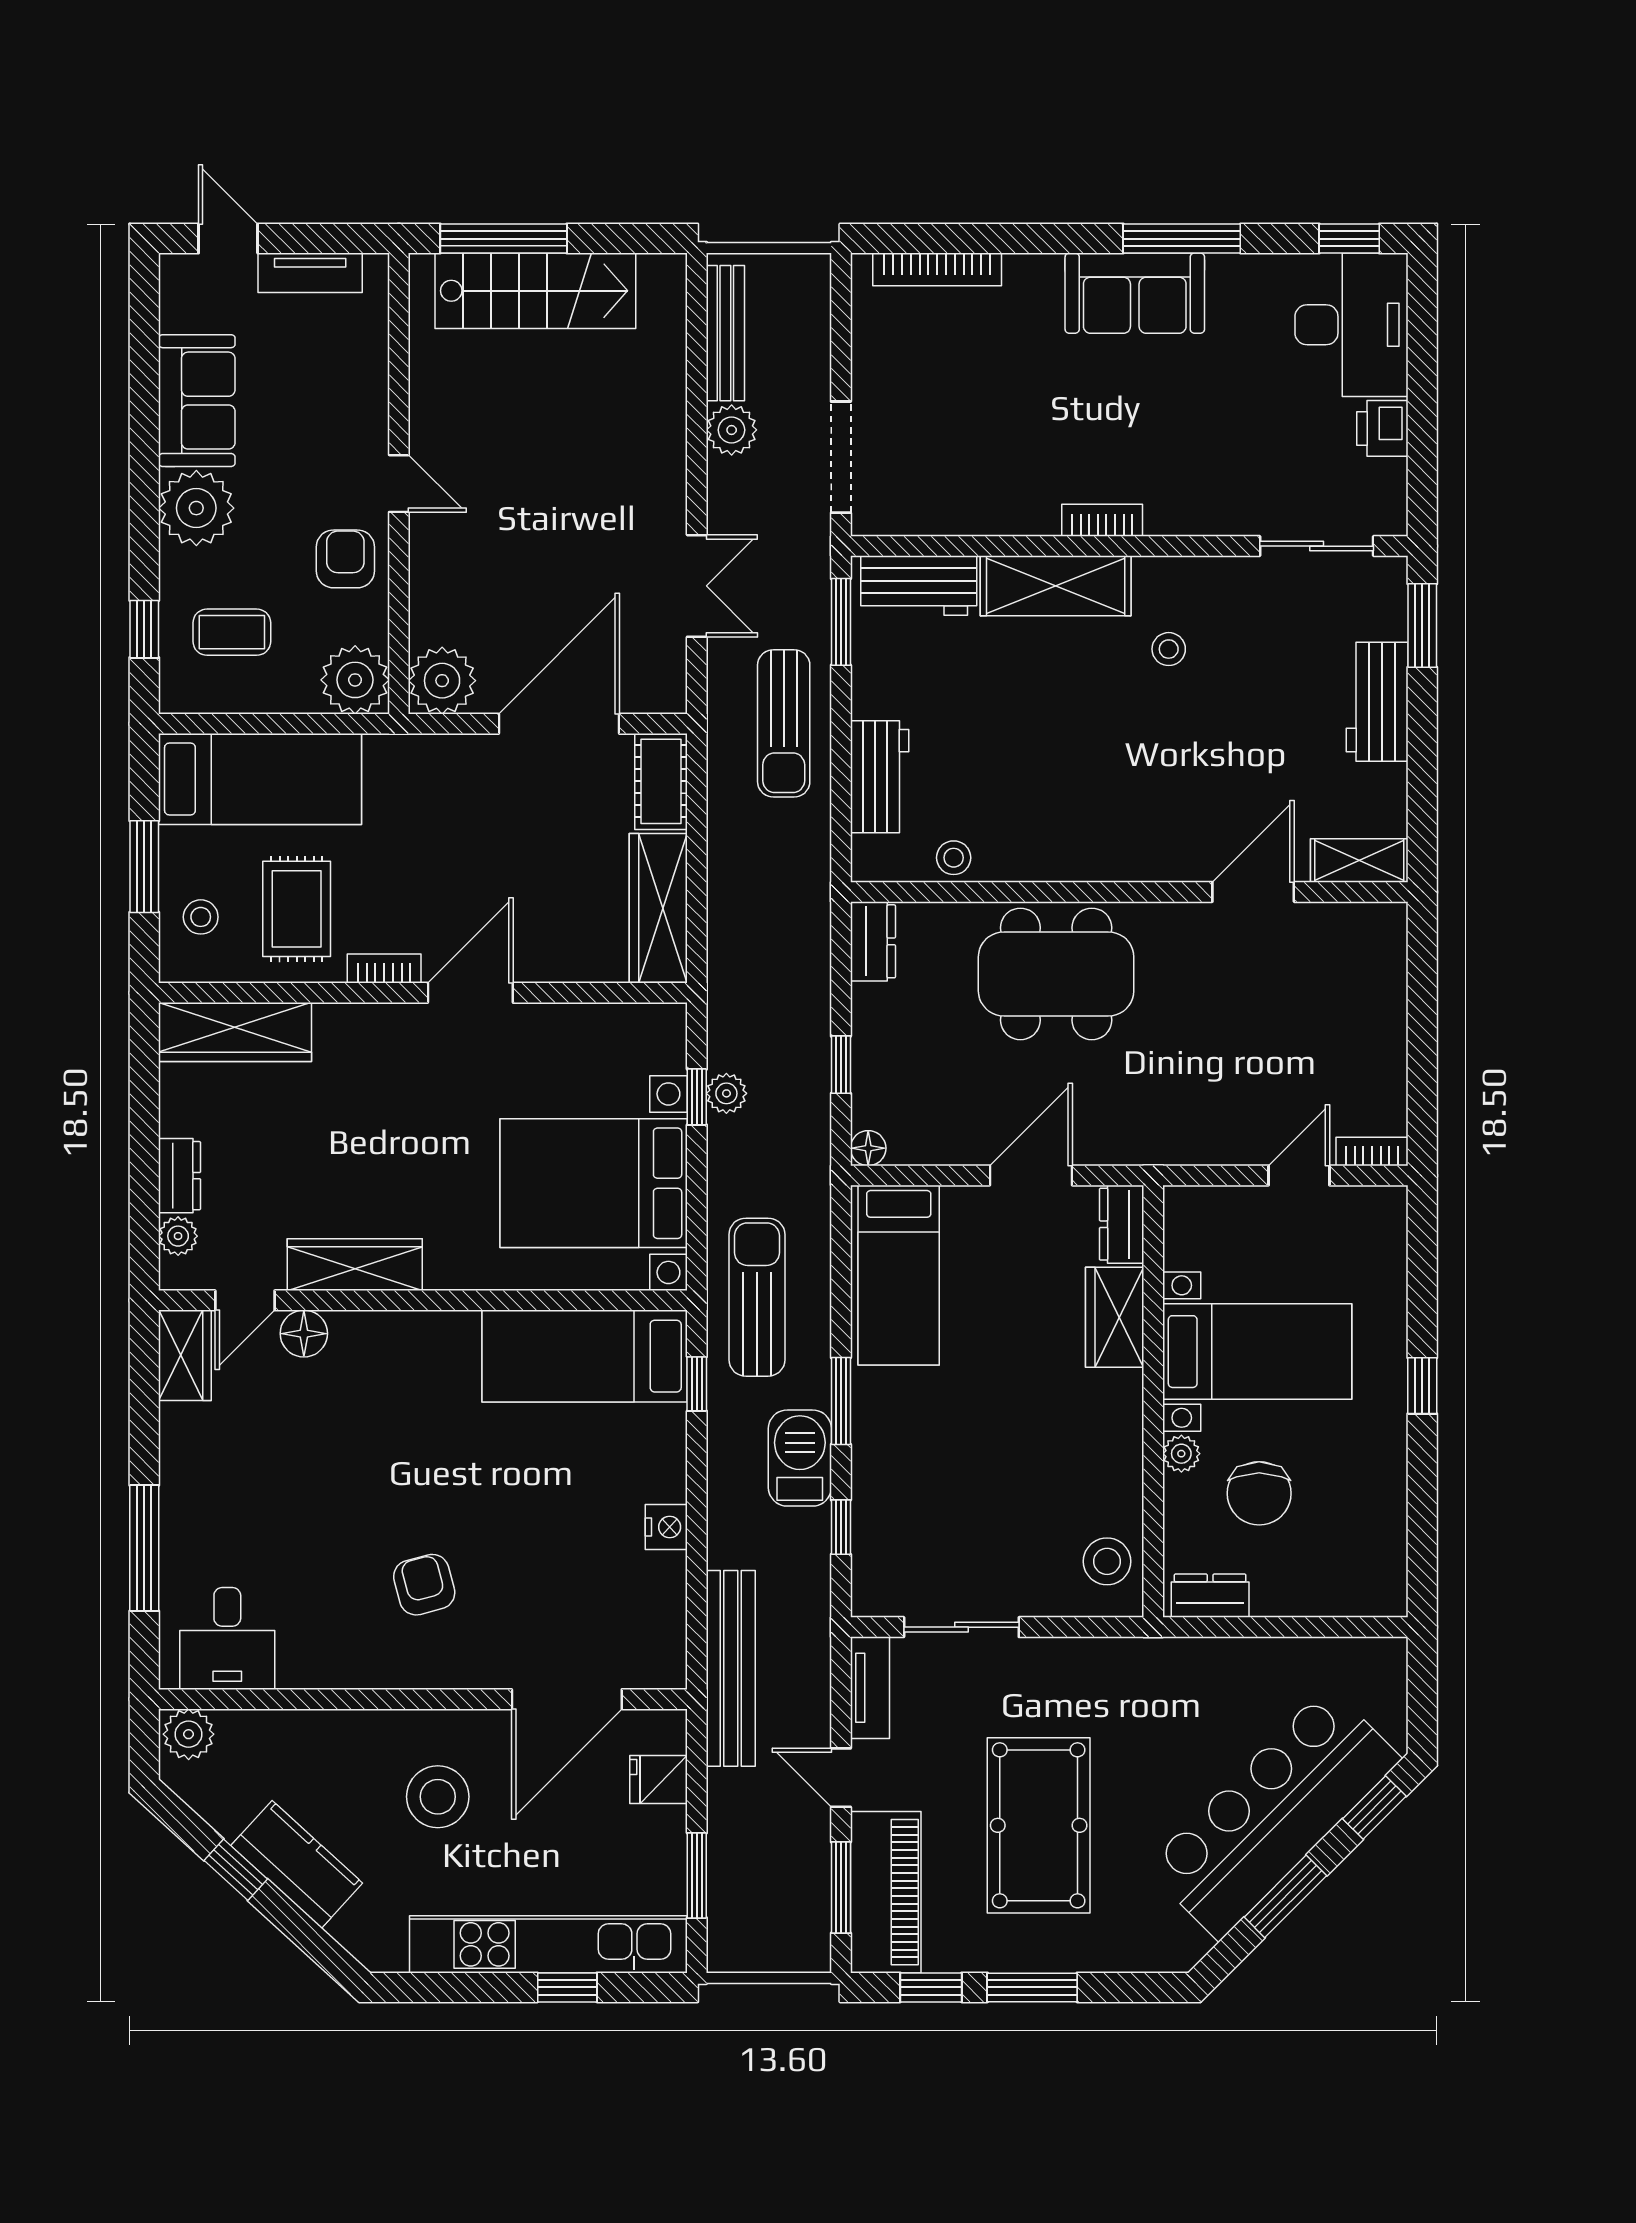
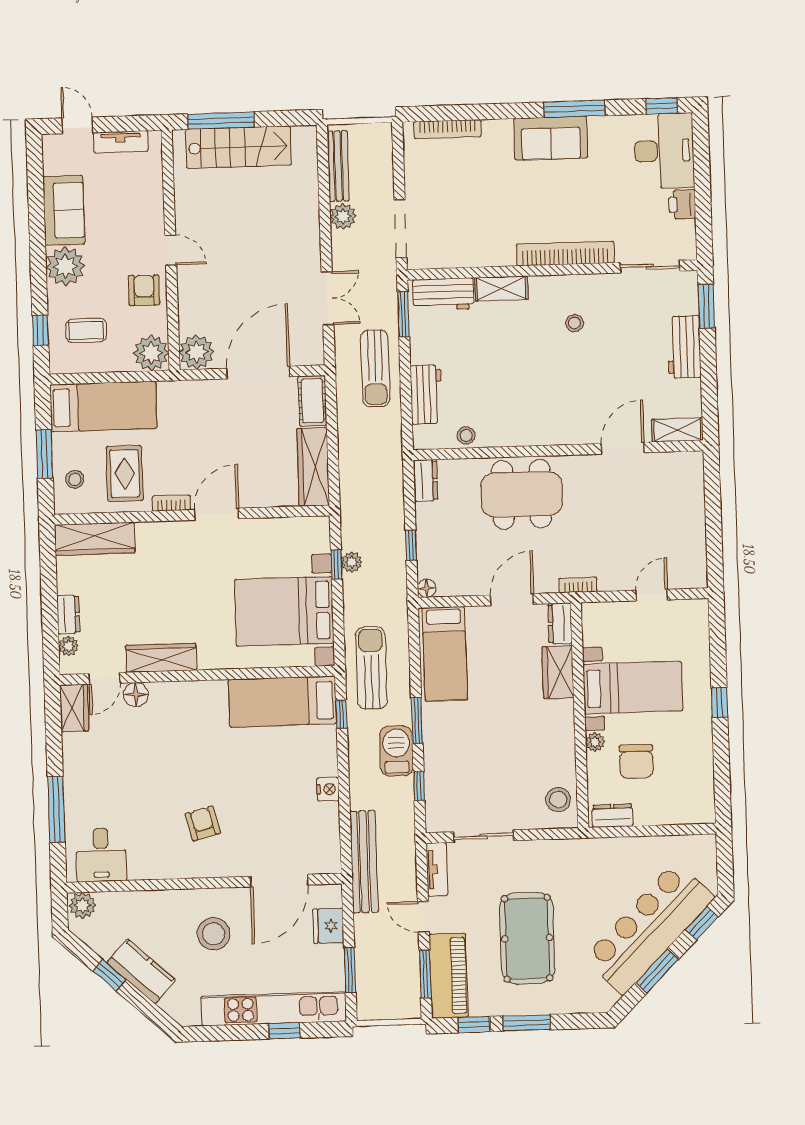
bookcase: (1102, 520) -> (565, 253), width x2.31, depth x1.31
shelving: (1056, 586) -> (501, 288), width x0.67, depth x0.75
bookcase: (1372, 1151) -> (578, 585), moved
fridge: (658, 1780) -> (328, 926), width x1.38

